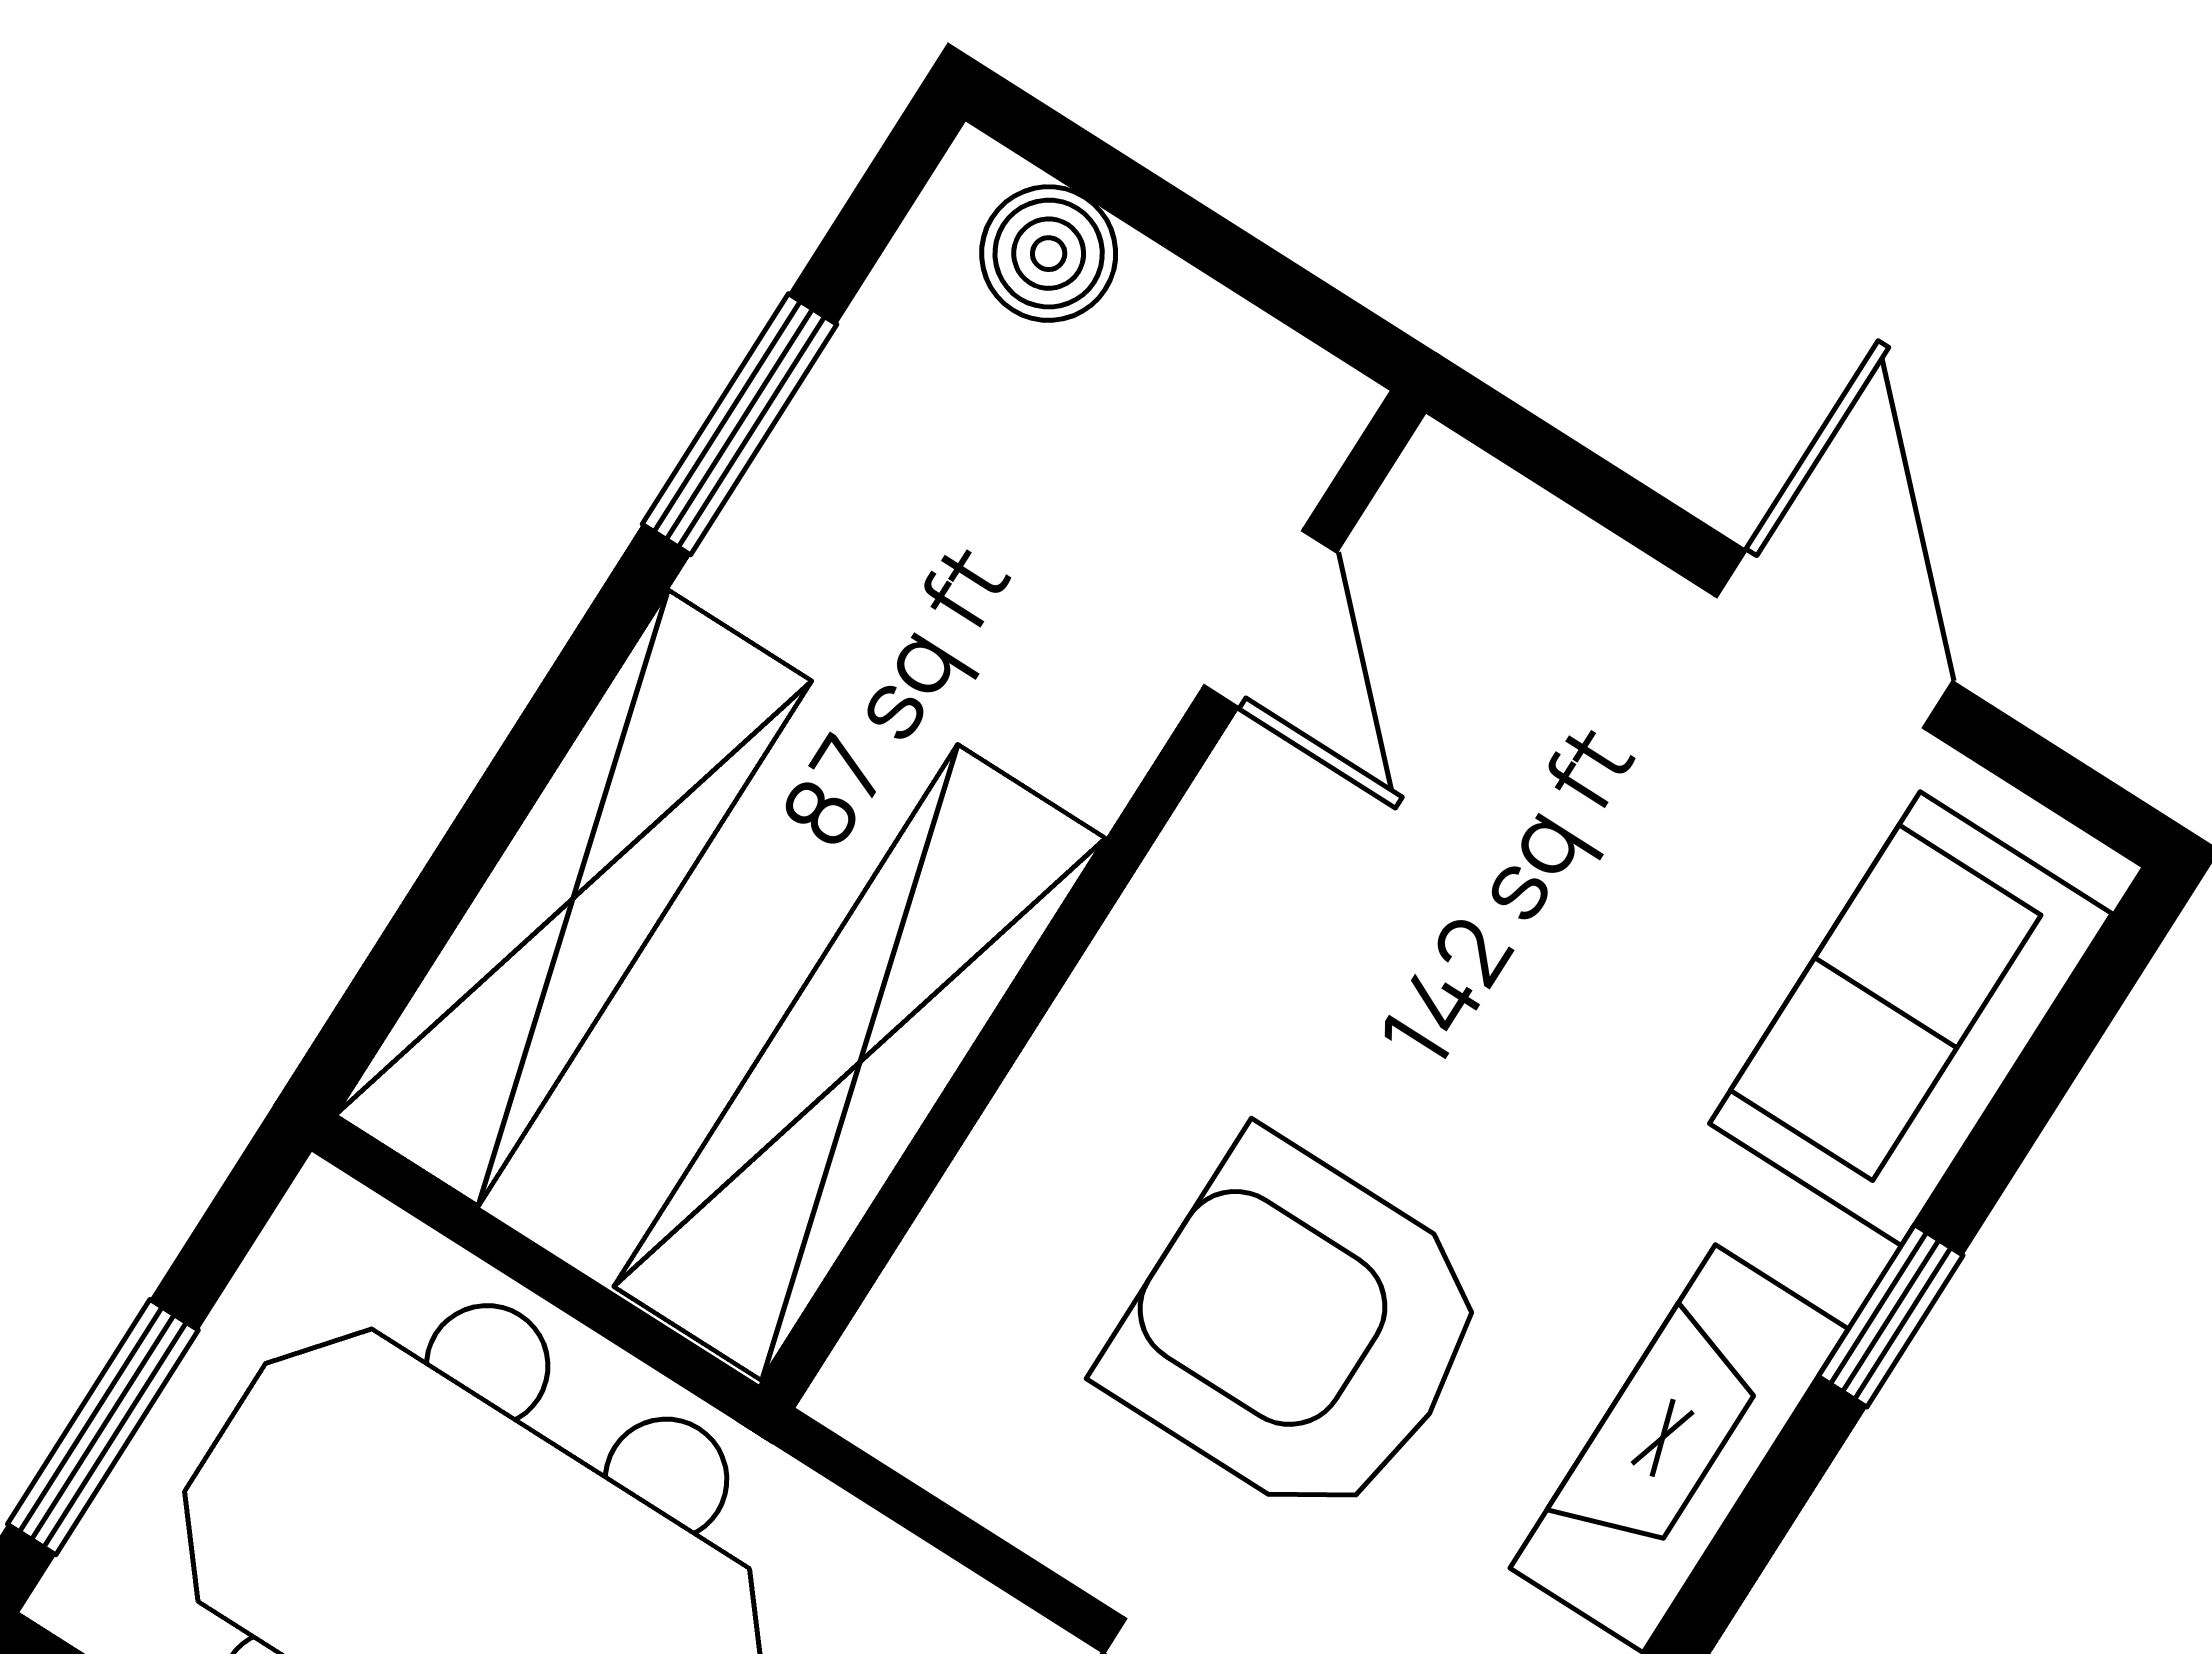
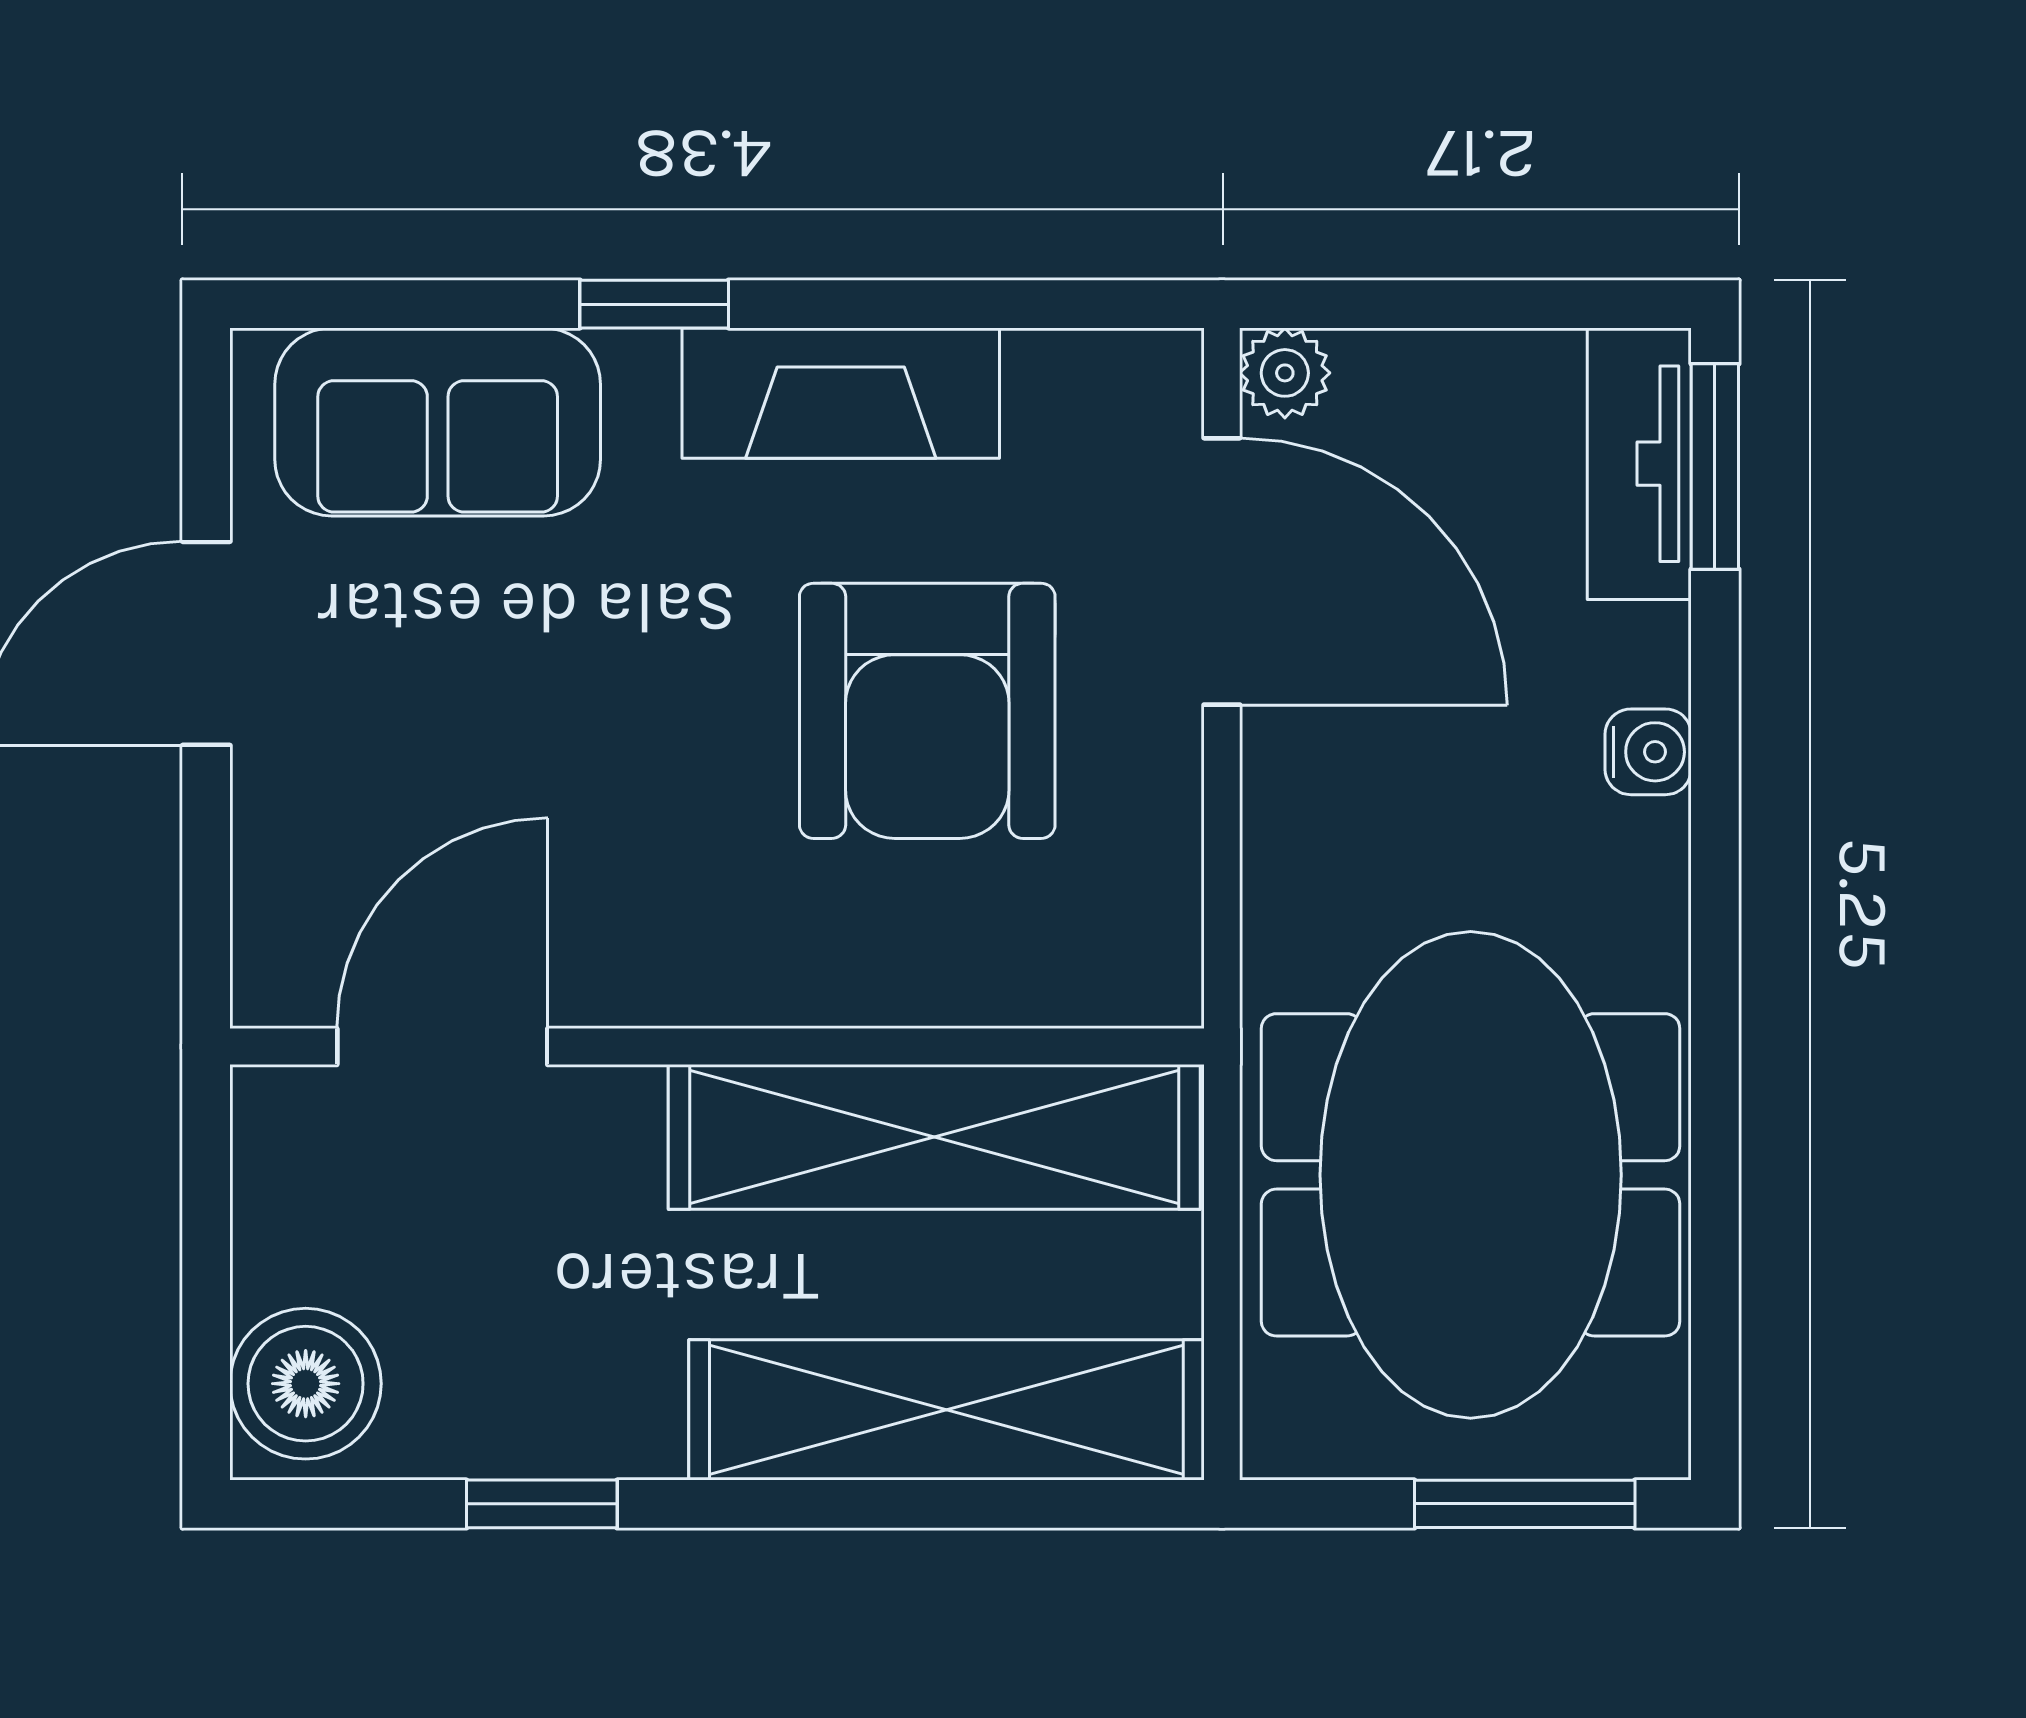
boiler: (1049, 254) -> (306, 1384), width x1.36, depth x1.36
window: (739, 424) -> (542, 1504), width x0.67
door: (1270, 619) -> (442, 1047), width x1.38

